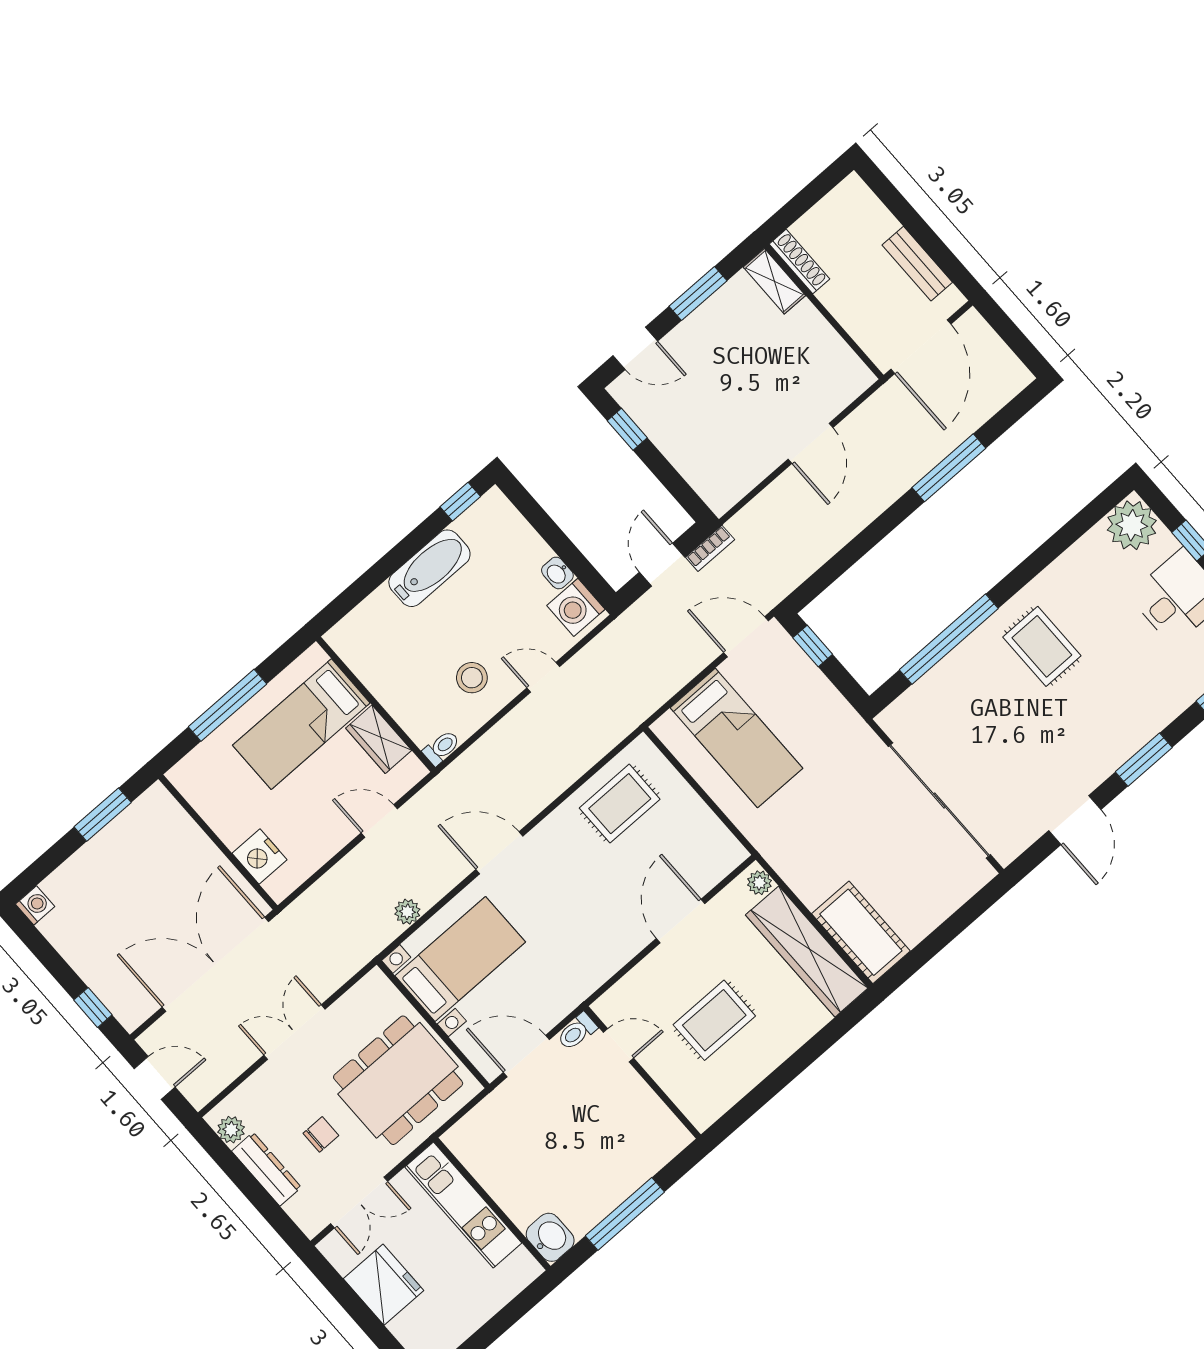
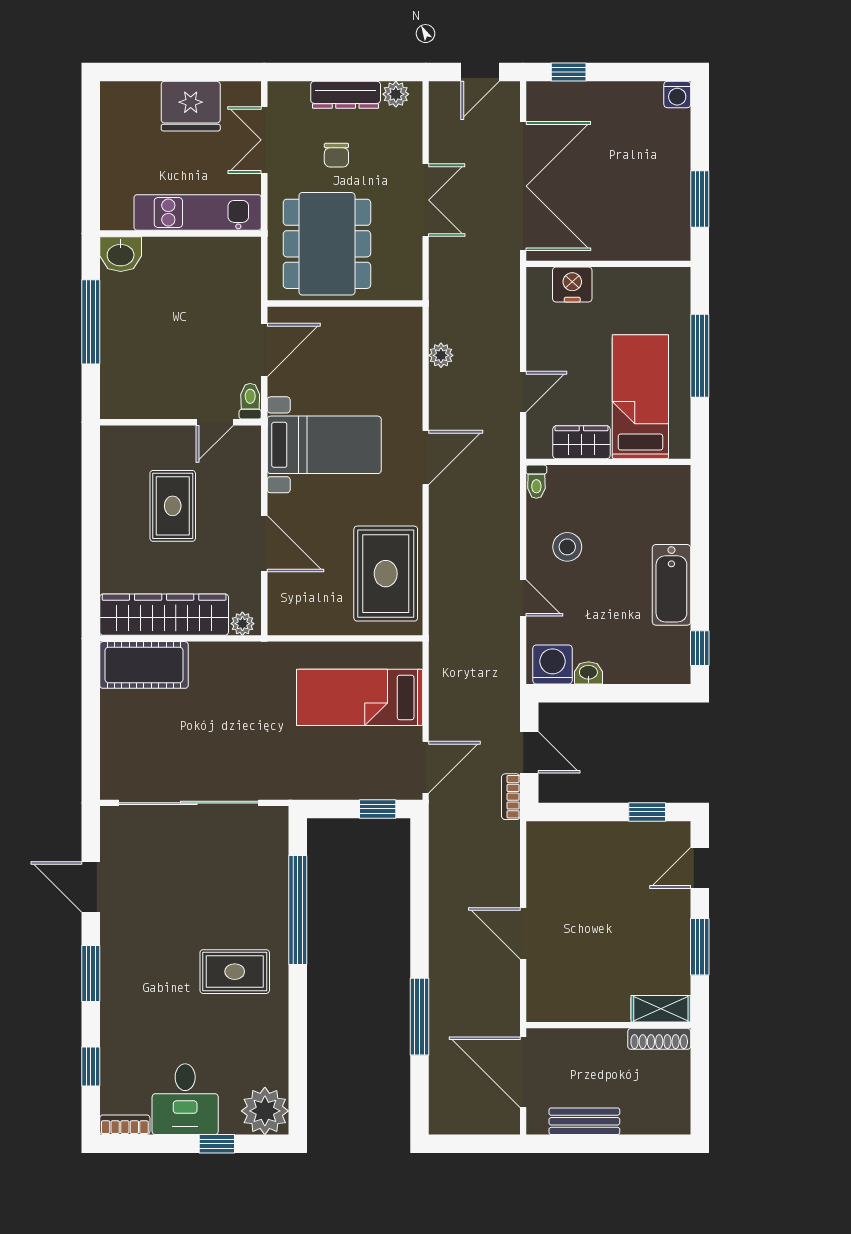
door: (543, 677) -> (523, 598), hinge flipped
rug: (620, 804) -> (386, 574), width x1.36, depth x1.43
bed with nightstands: (460, 959) -> (324, 445), moved, turned -90

